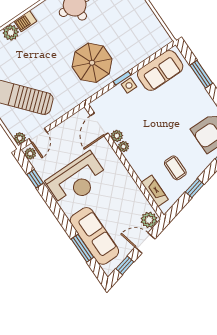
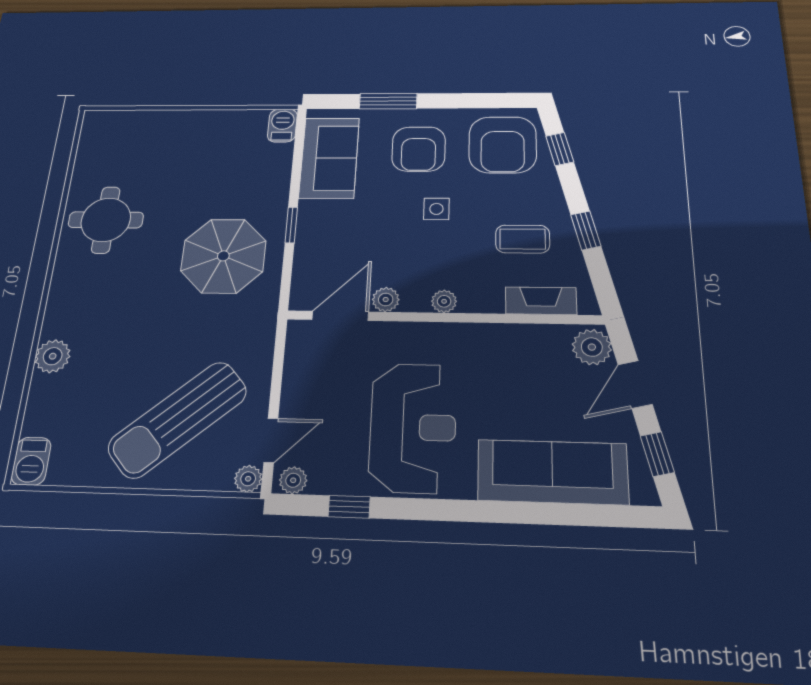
barbecue: (25, 21) -> (282, 126), moved, turned 180
side table: (129, 85) -> (436, 209), moved
armchair: (188, 102) -> (419, 149), added
door: (99, 124) -> (340, 316), swing flipped
door: (38, 135) -> (271, 440), hinge flipped
plant: (124, 147) -> (444, 301), moved
window: (82, 248) -> (562, 514), removed

